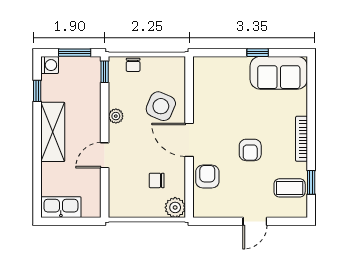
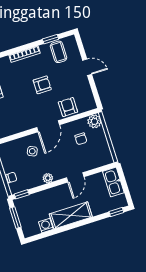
washing machine: (50, 65) -> (46, 226), moved
window: (37, 91) -> (116, 212), moved
side table: (161, 106) -> (32, 151), width x0.54, depth x0.54
door: (105, 155) -> (75, 177), hinge flipped
armchair: (207, 177) -> (68, 107), turned 90
kitchen sink: (61, 207) -> (113, 182), moved

